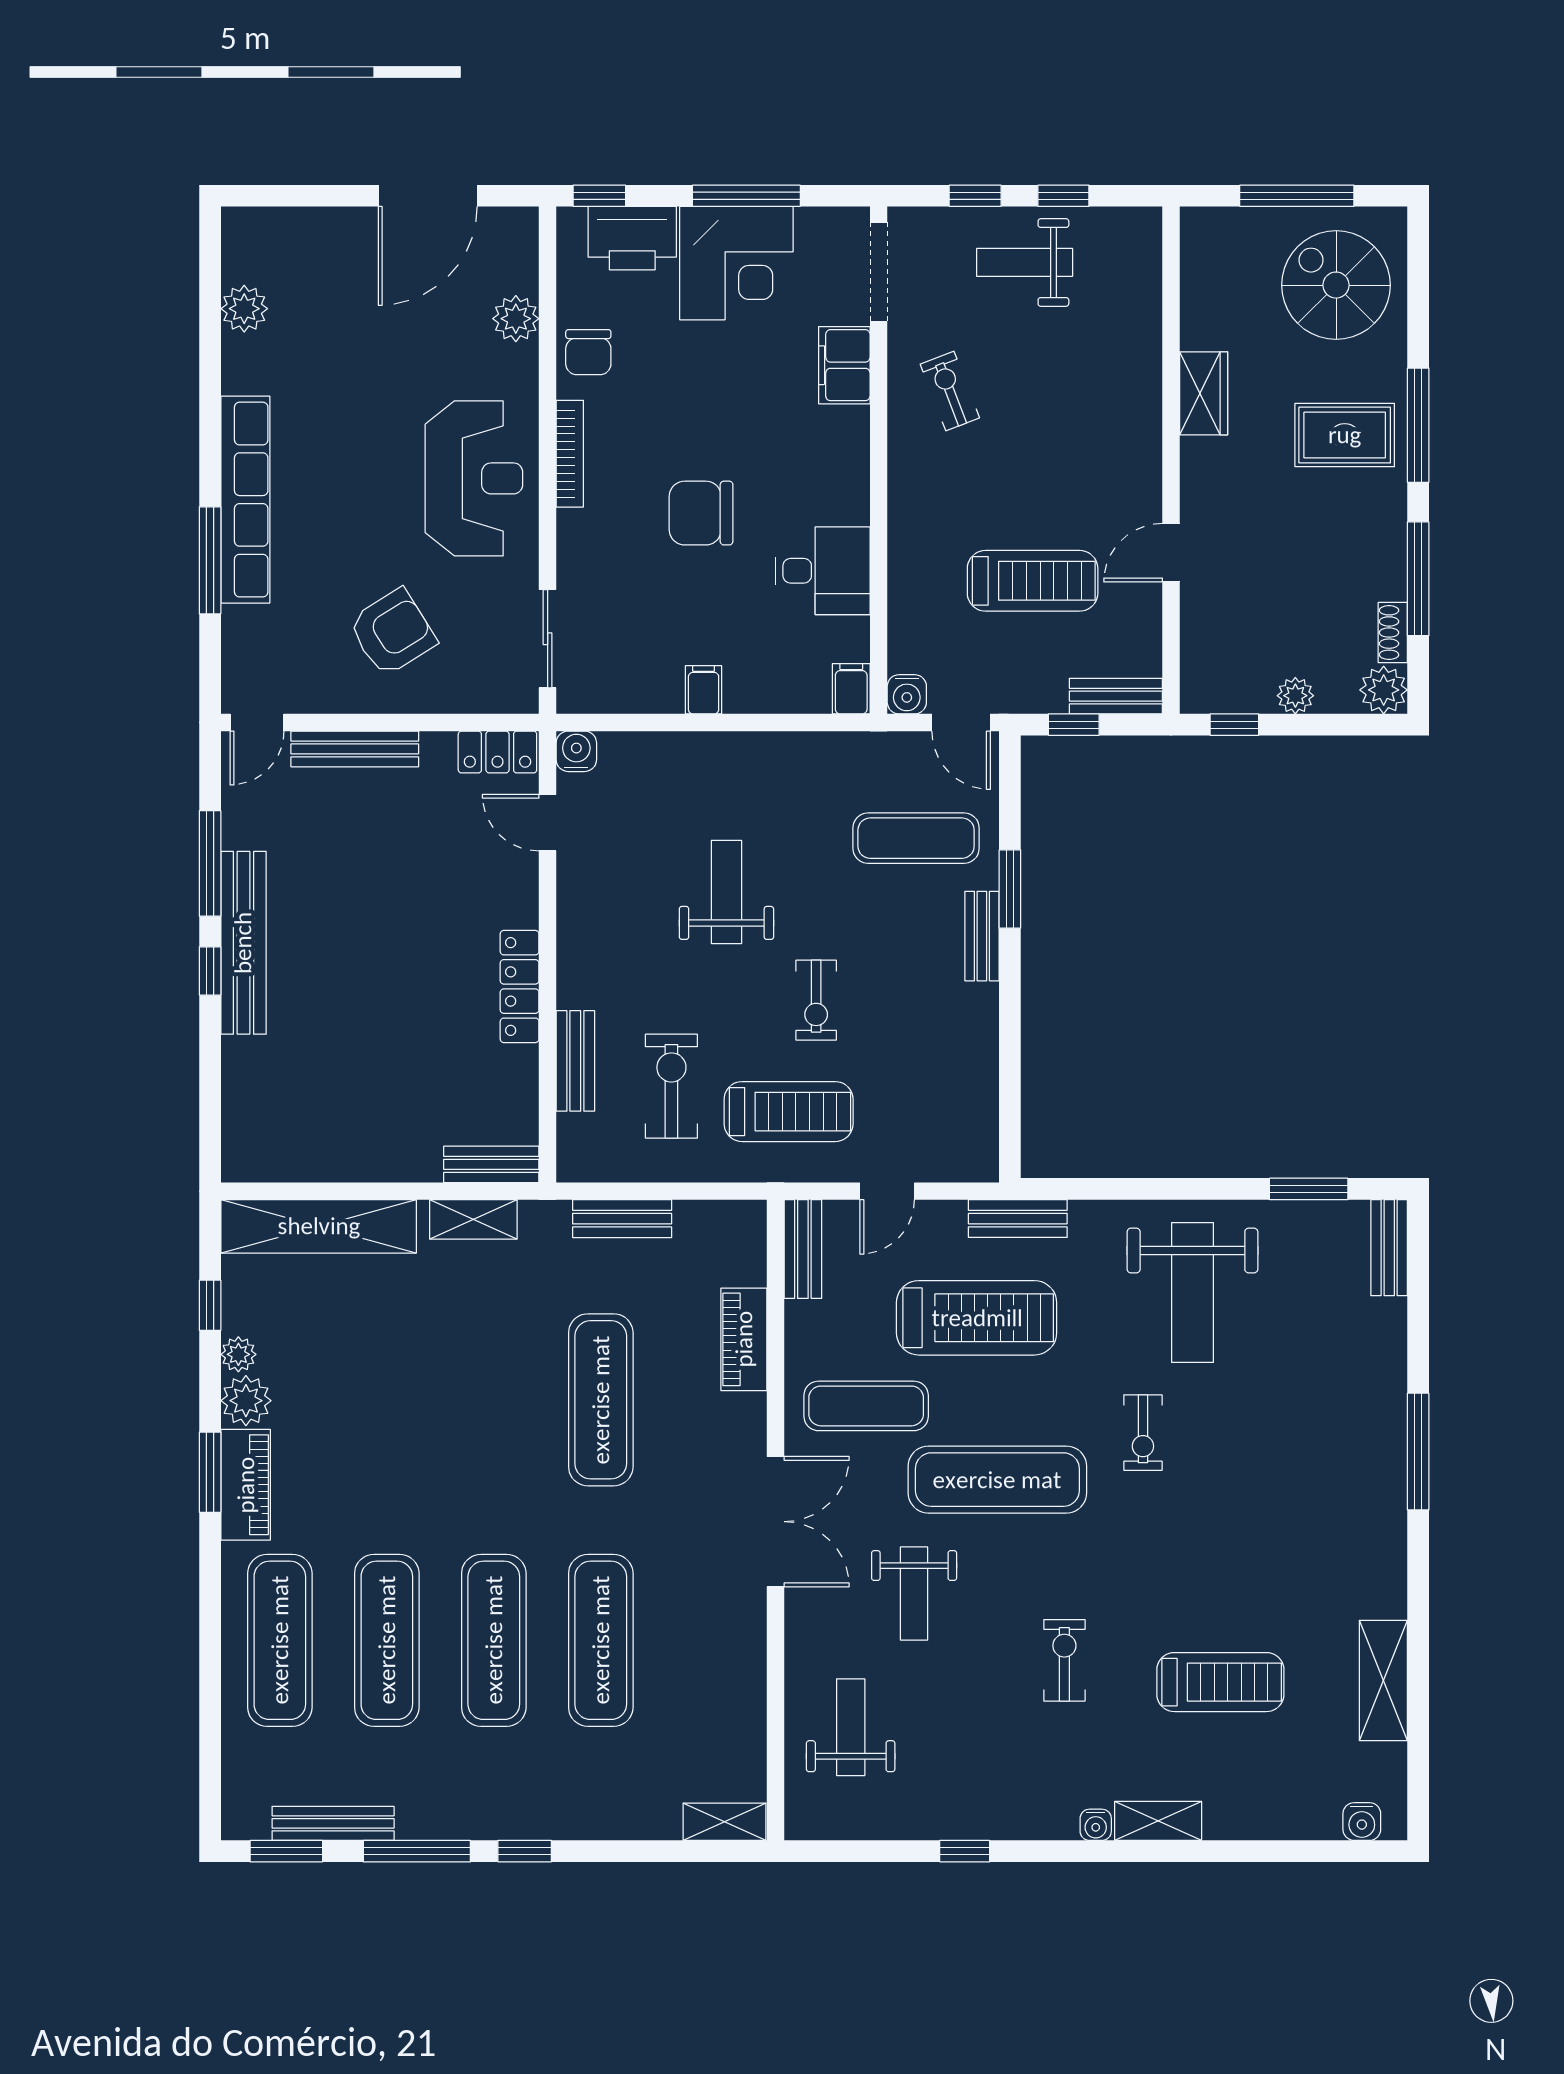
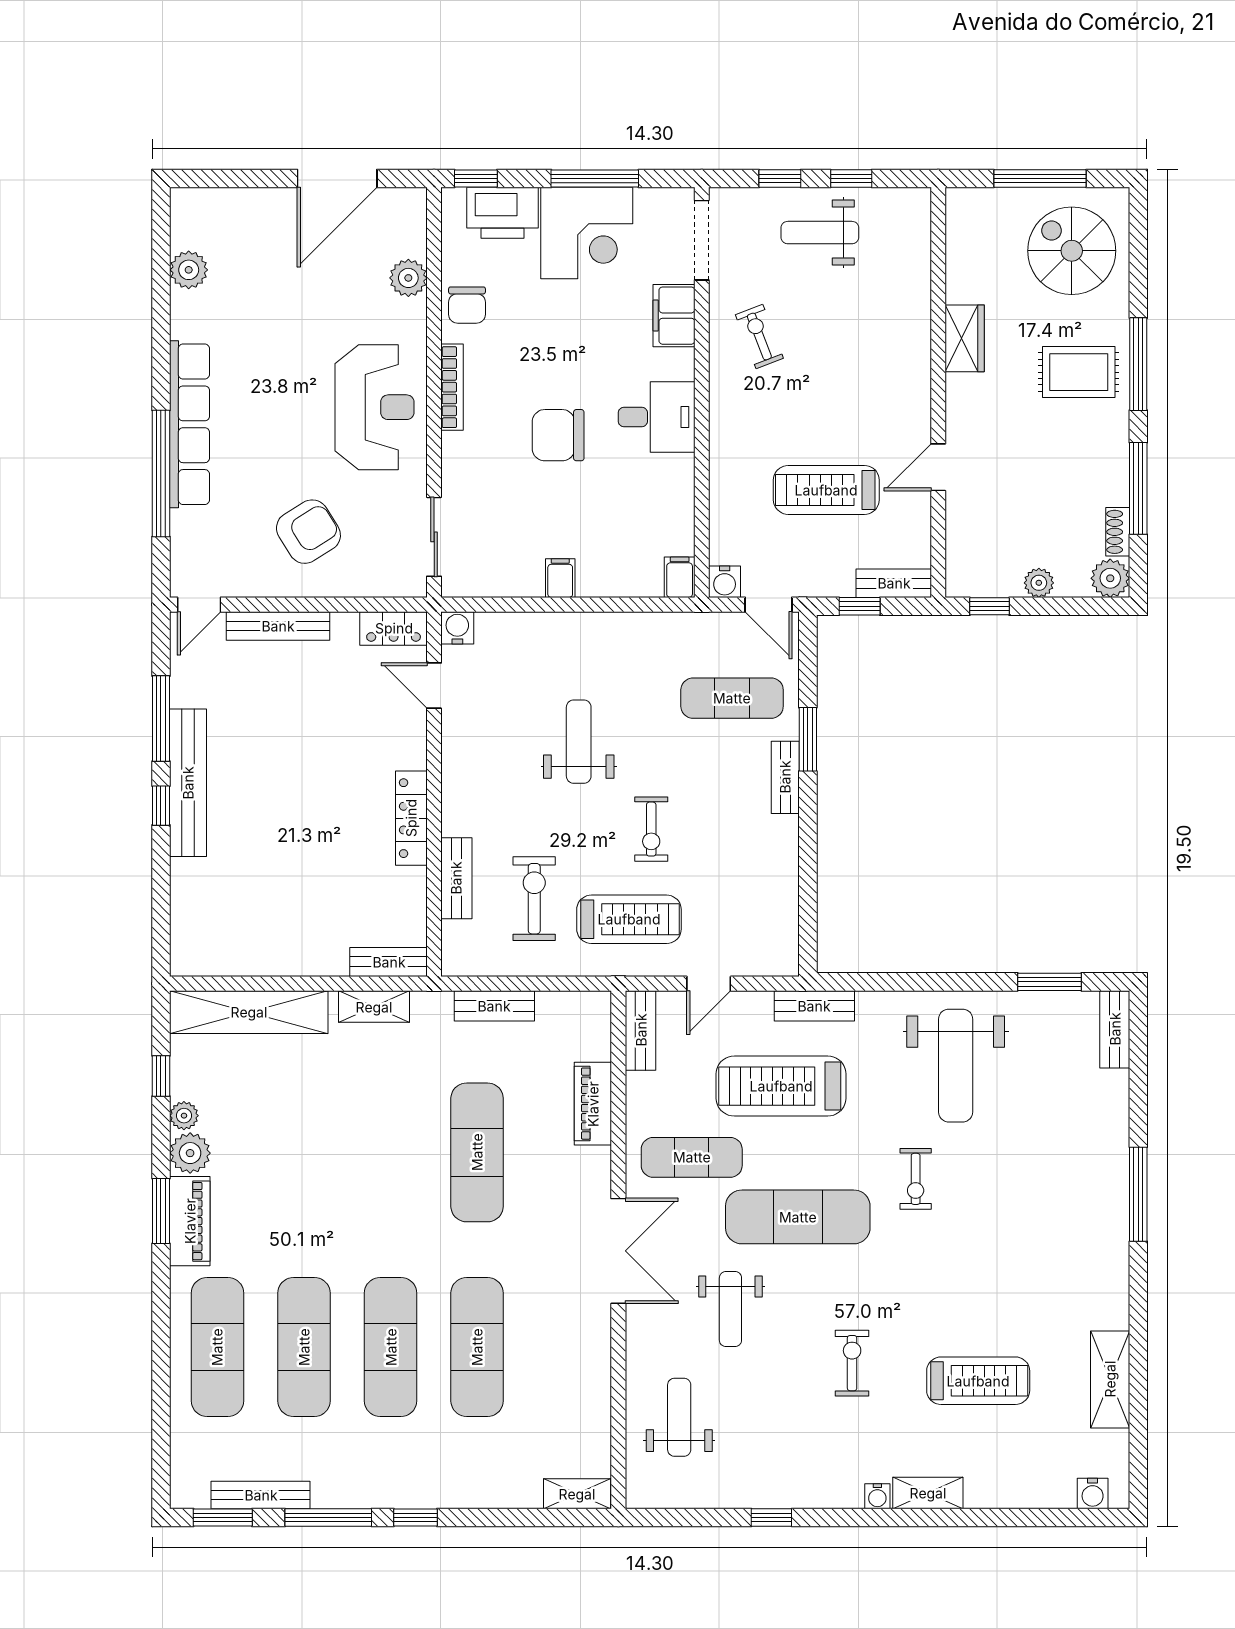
window: (210, 560) -> (161, 473), width x1.46
desk: (823, 571) -> (657, 417), moved
treadmill: (1033, 581) -> (826, 490), turned 180
treadmill: (977, 1318) -> (781, 1086), turned 180

